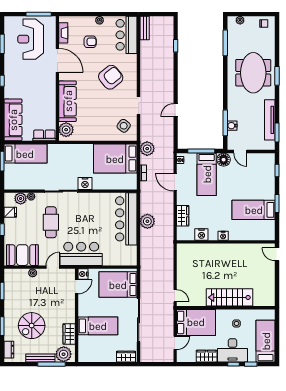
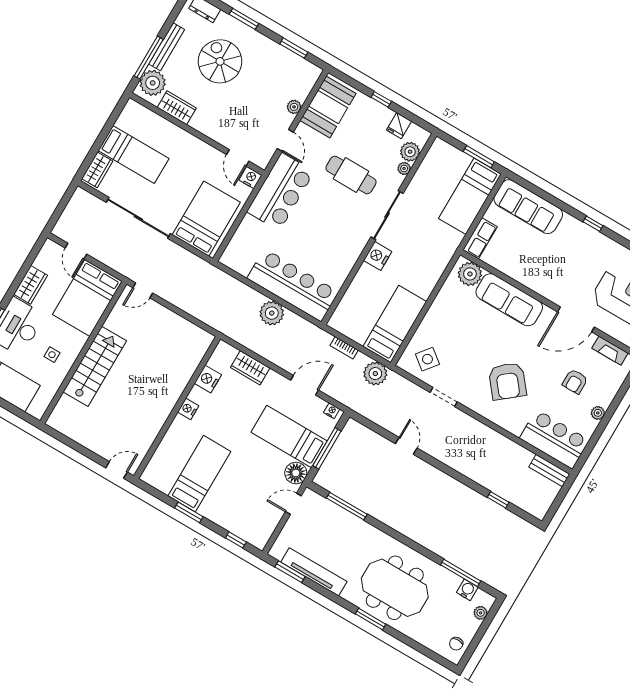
water cooler: (232, 126) -> (467, 590), moved
bed: (115, 159) -> (395, 324), width x0.67
bed: (98, 326) -> (134, 155), moved, turned -90

